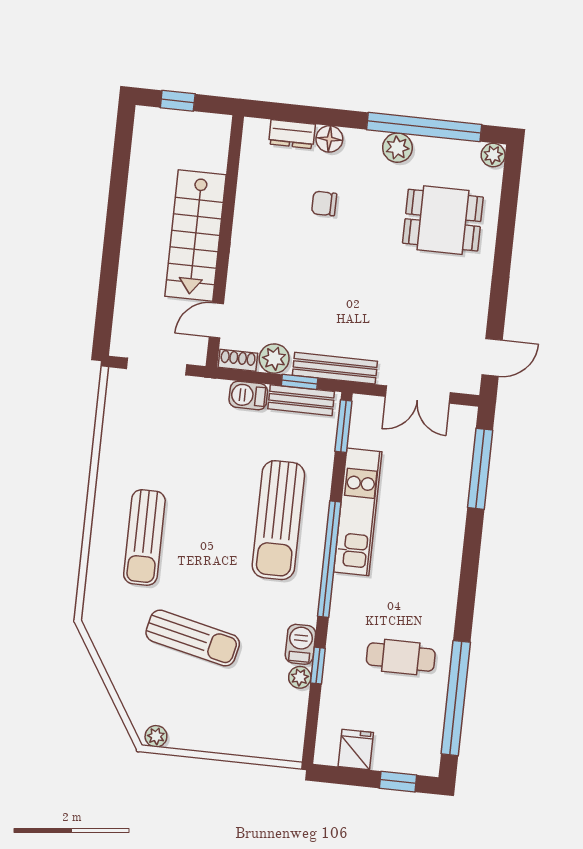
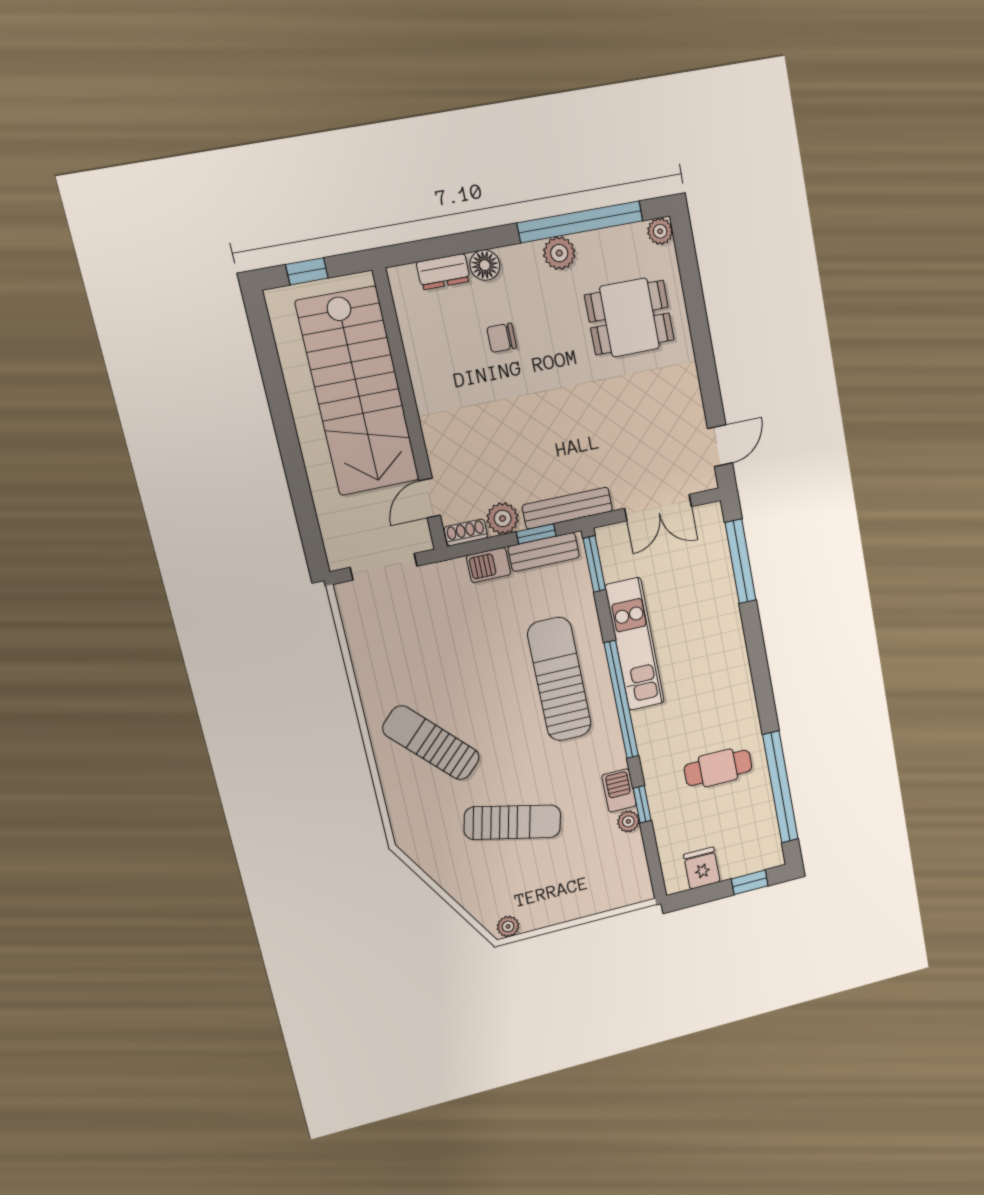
stairs: (195, 235) -> (358, 392), width x1.36, depth x1.51
sun lounger: (278, 520) -> (559, 679), turned 180
sun lounger: (144, 538) -> (431, 743), turned 136

